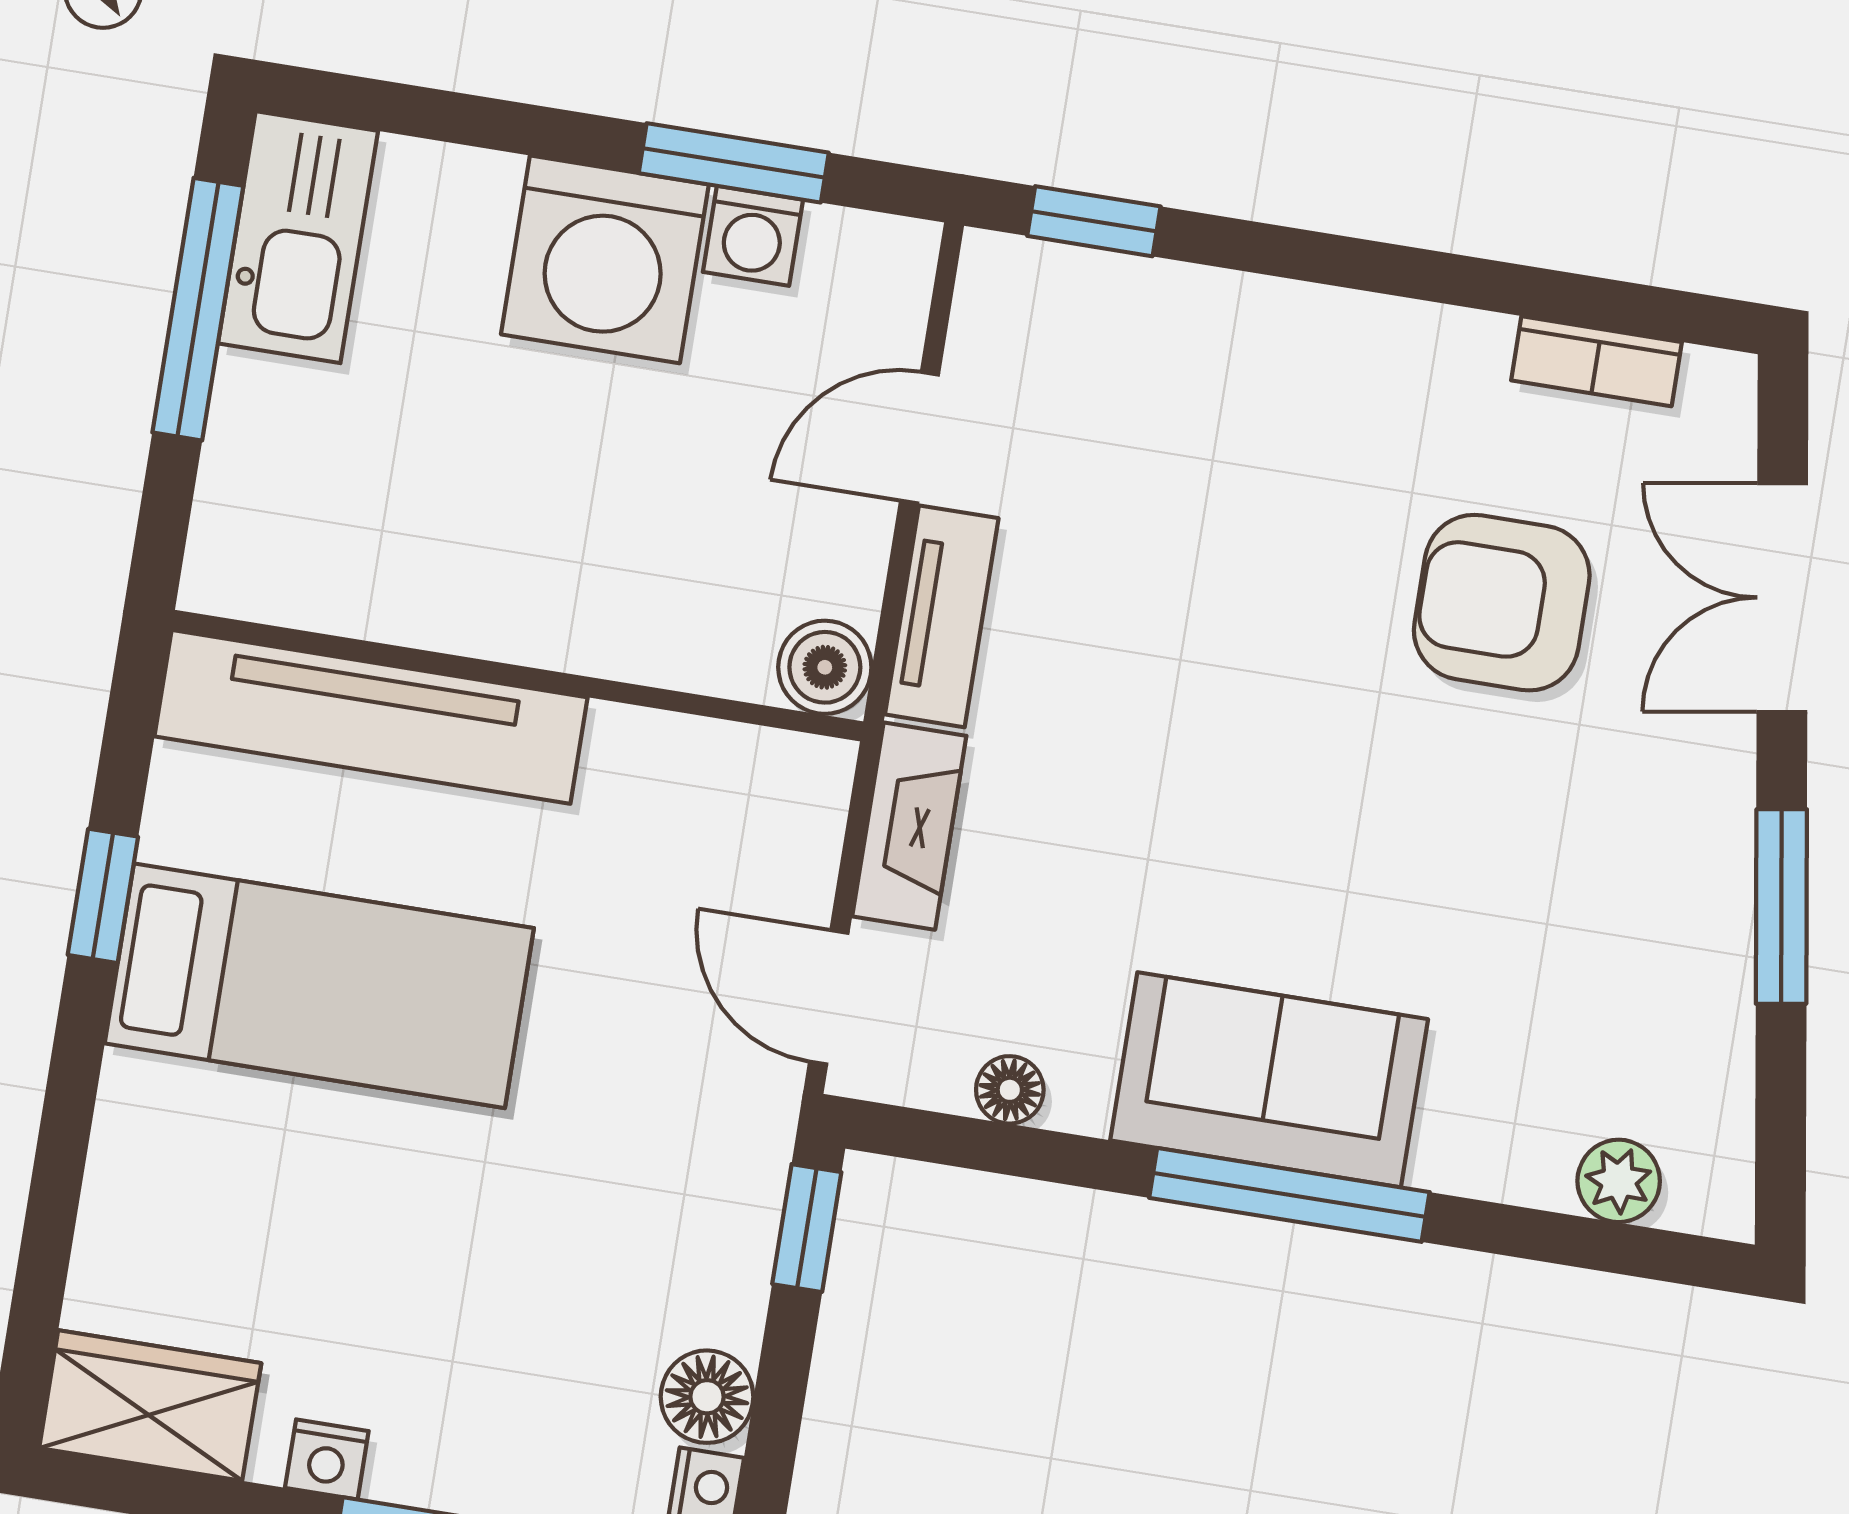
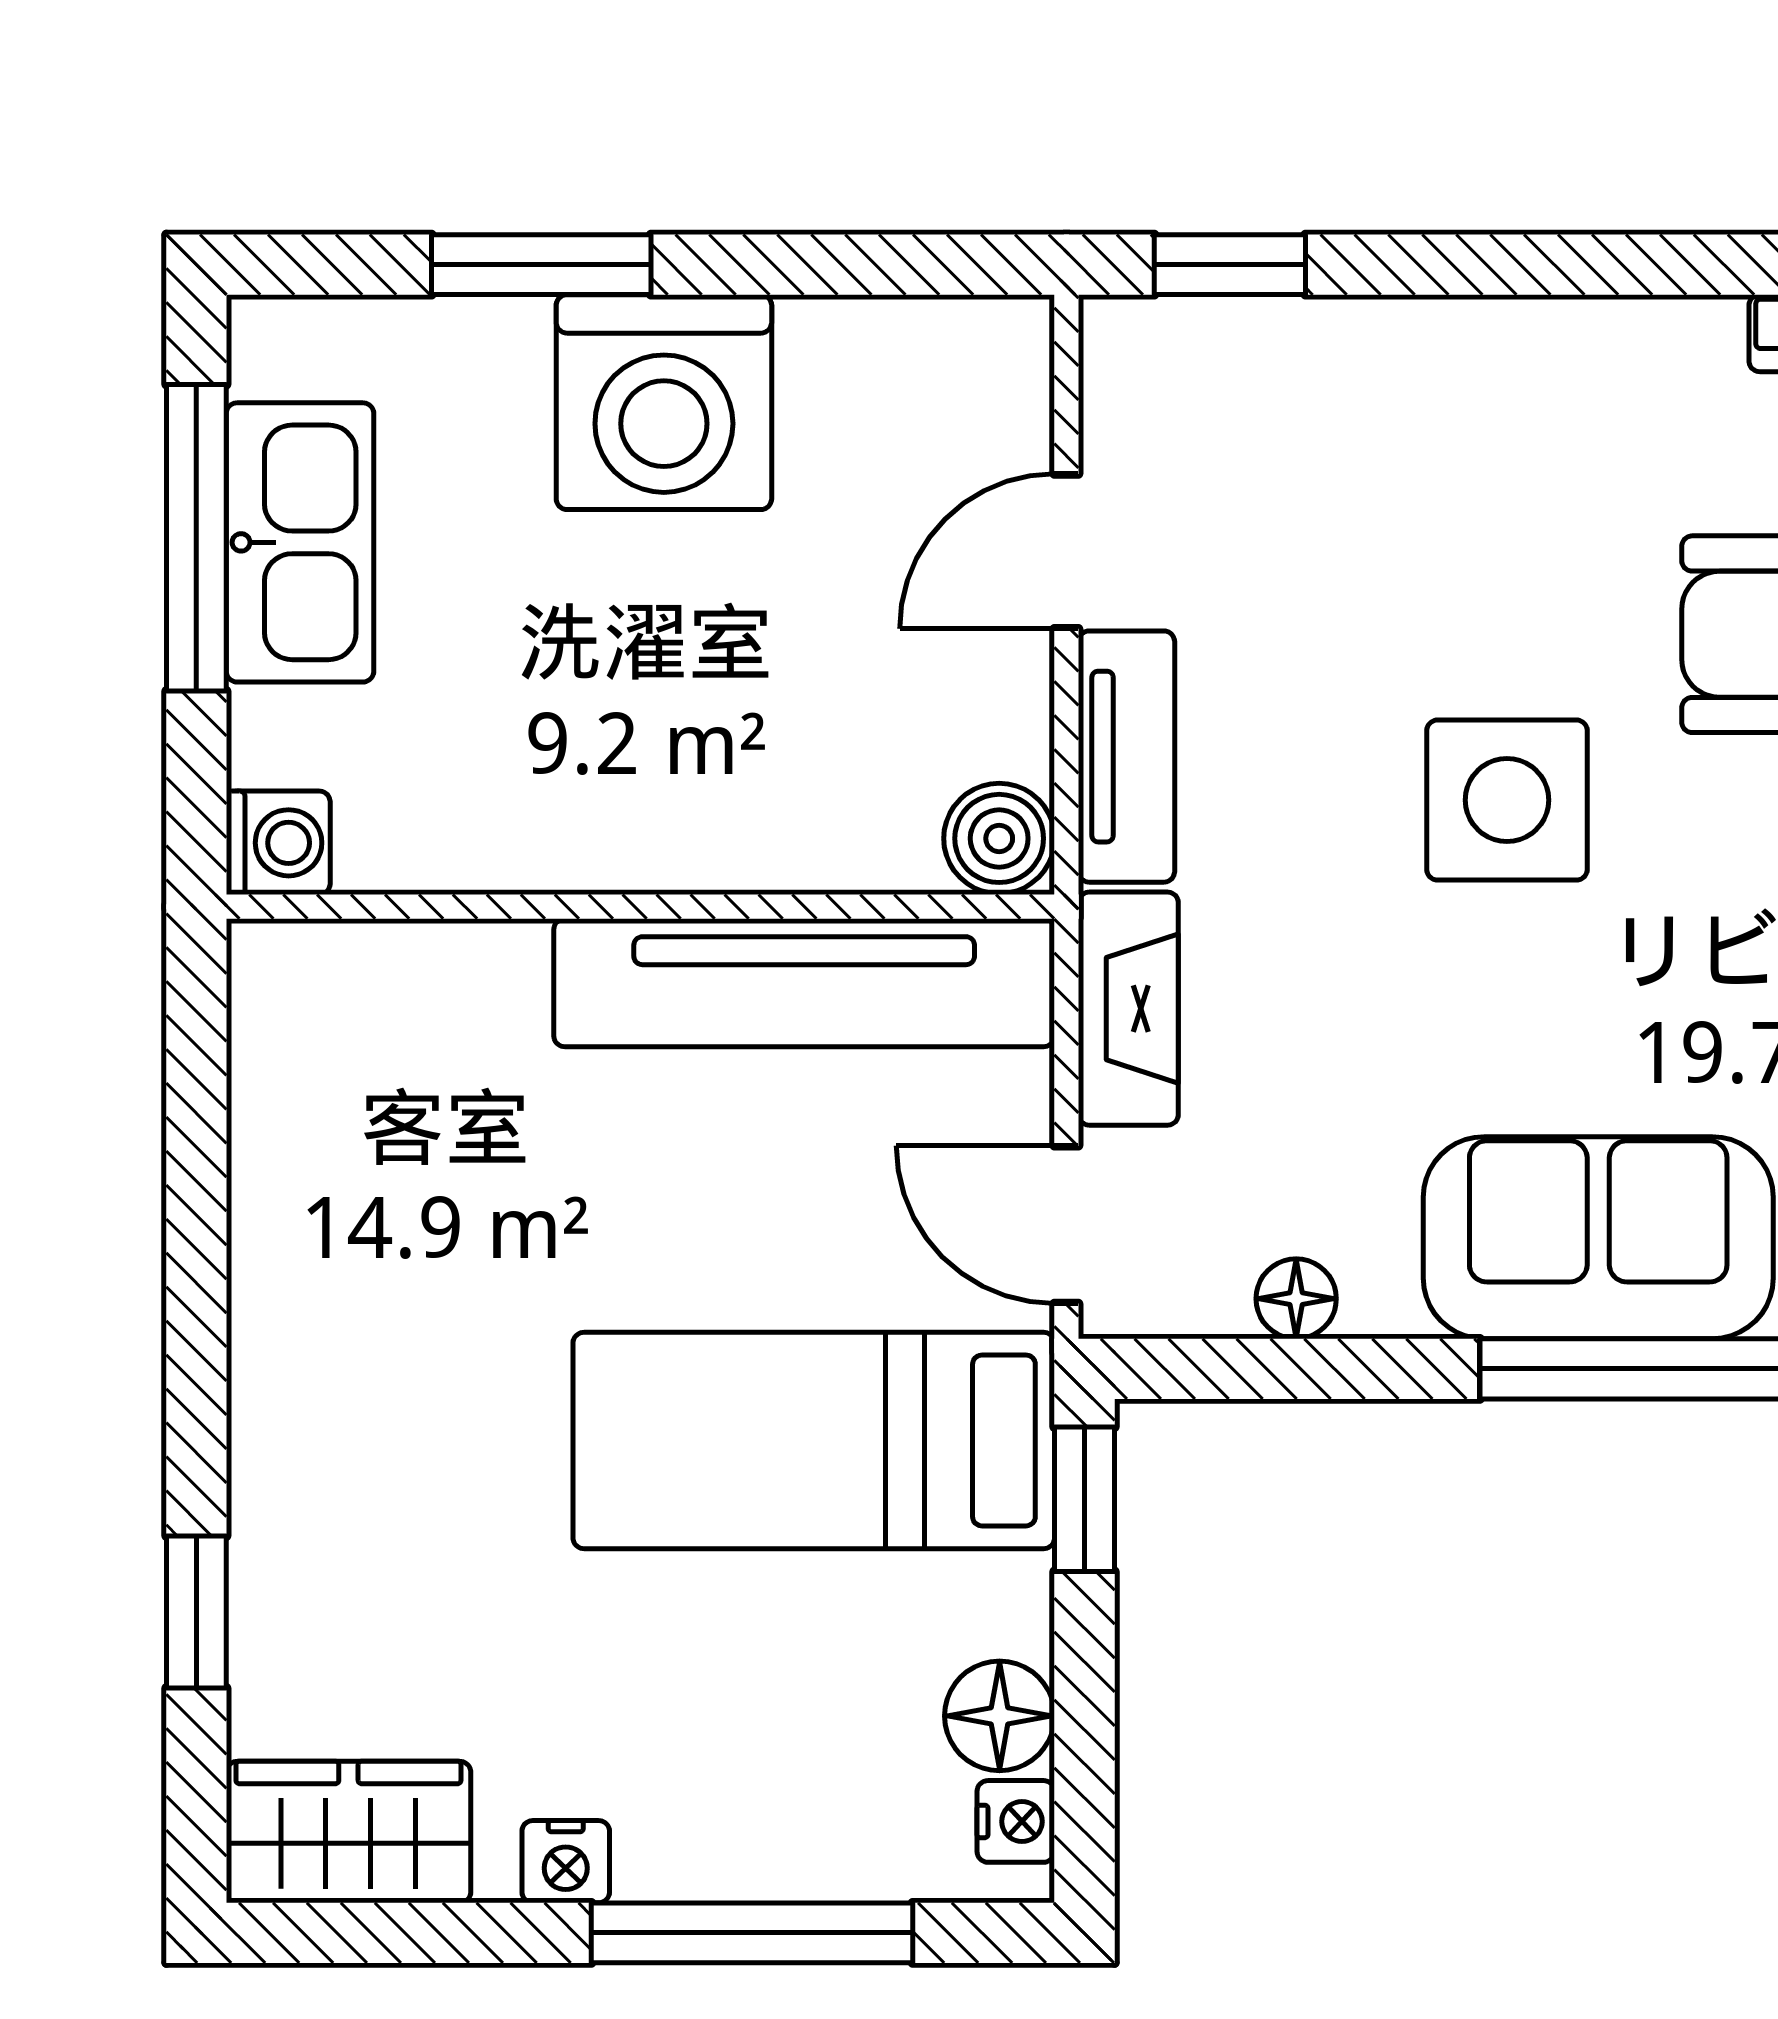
window: (734, 163) -> (541, 265), moved
washing machine: (753, 236) -> (278, 843), moved, turned -90
kitchen sink: (298, 237) -> (300, 542), moved
side table: (1252, 704) -> (1507, 800), added
tv unit: (371, 717) -> (804, 983), moved
window: (103, 896) -> (196, 1612), moved
bed: (319, 986) -> (814, 1440), moved, turned 180

